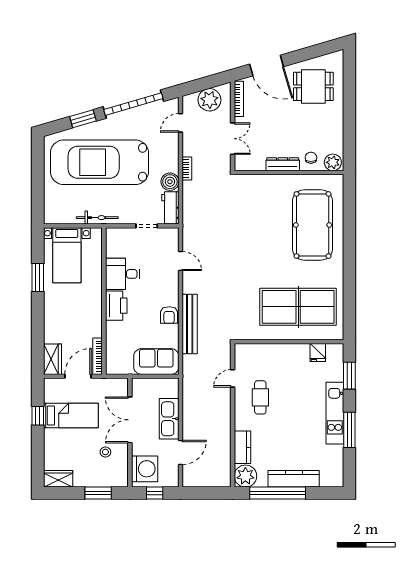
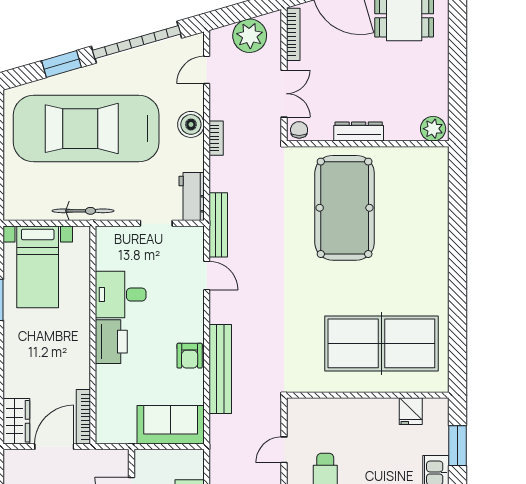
chair: (311, 158) -> (299, 130), moved
boiler: (170, 182) -> (191, 124), moved
pool table: (313, 225) -> (345, 208), moved
bench: (188, 227) -> (218, 225), added

